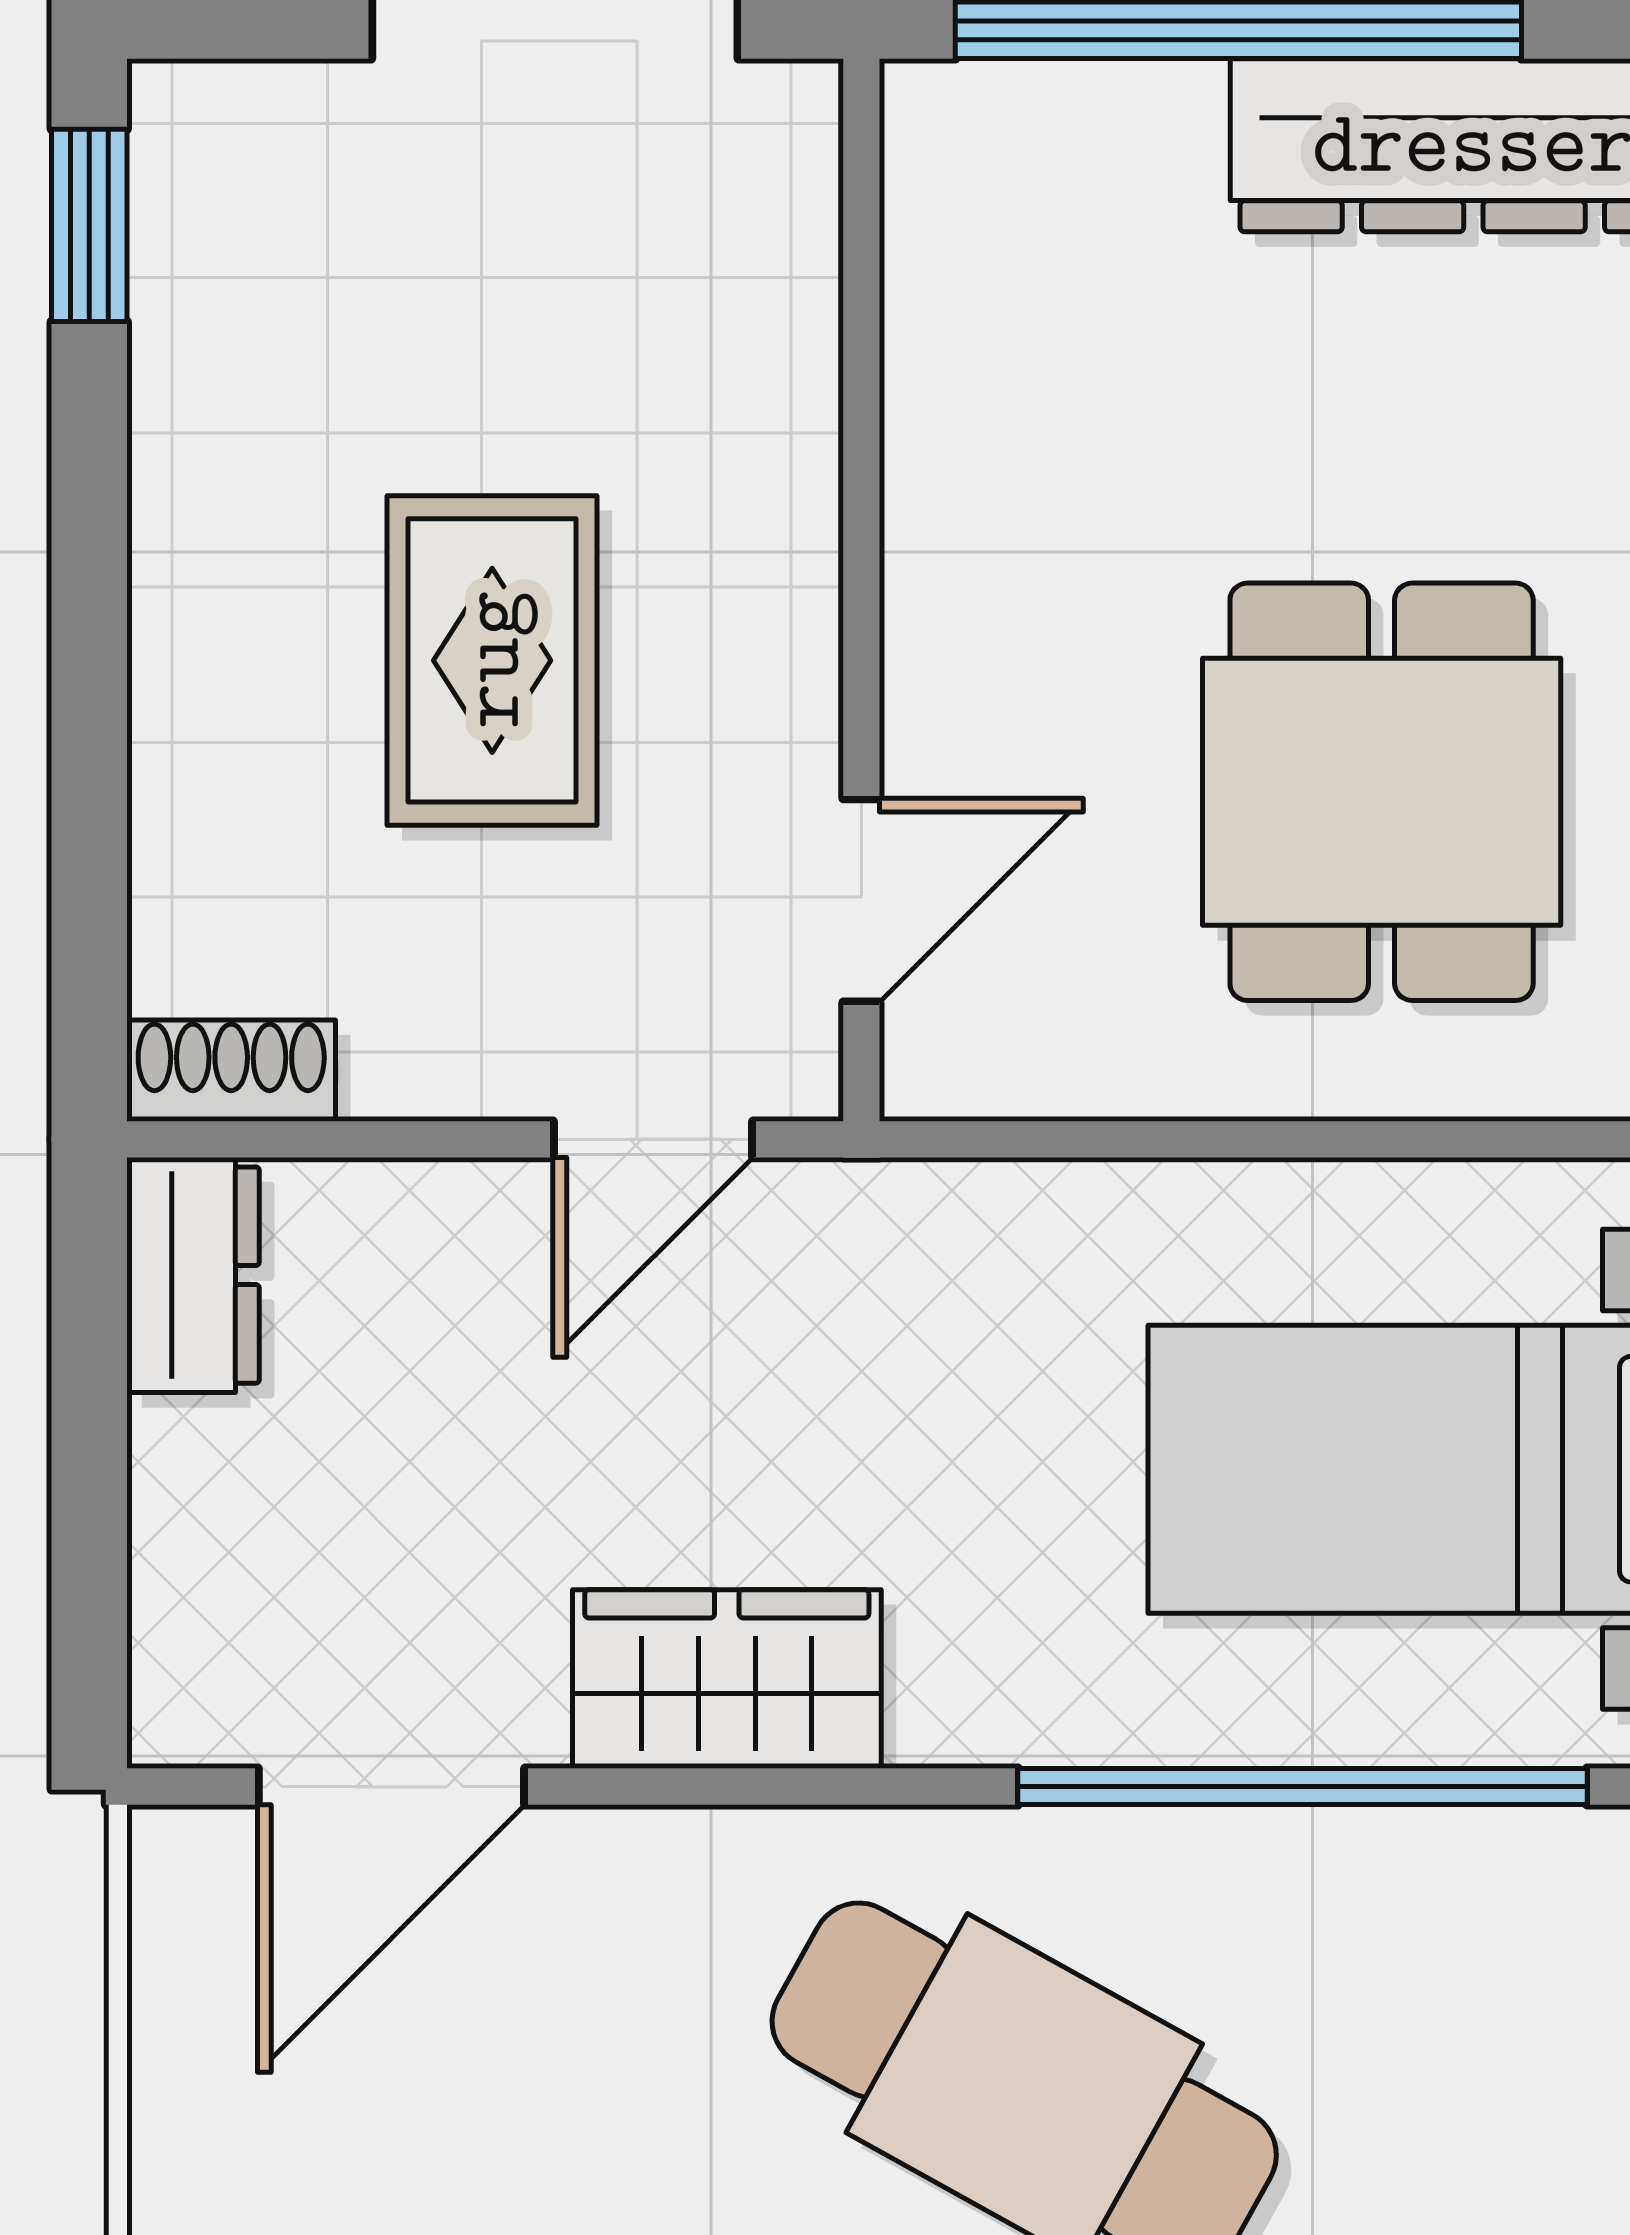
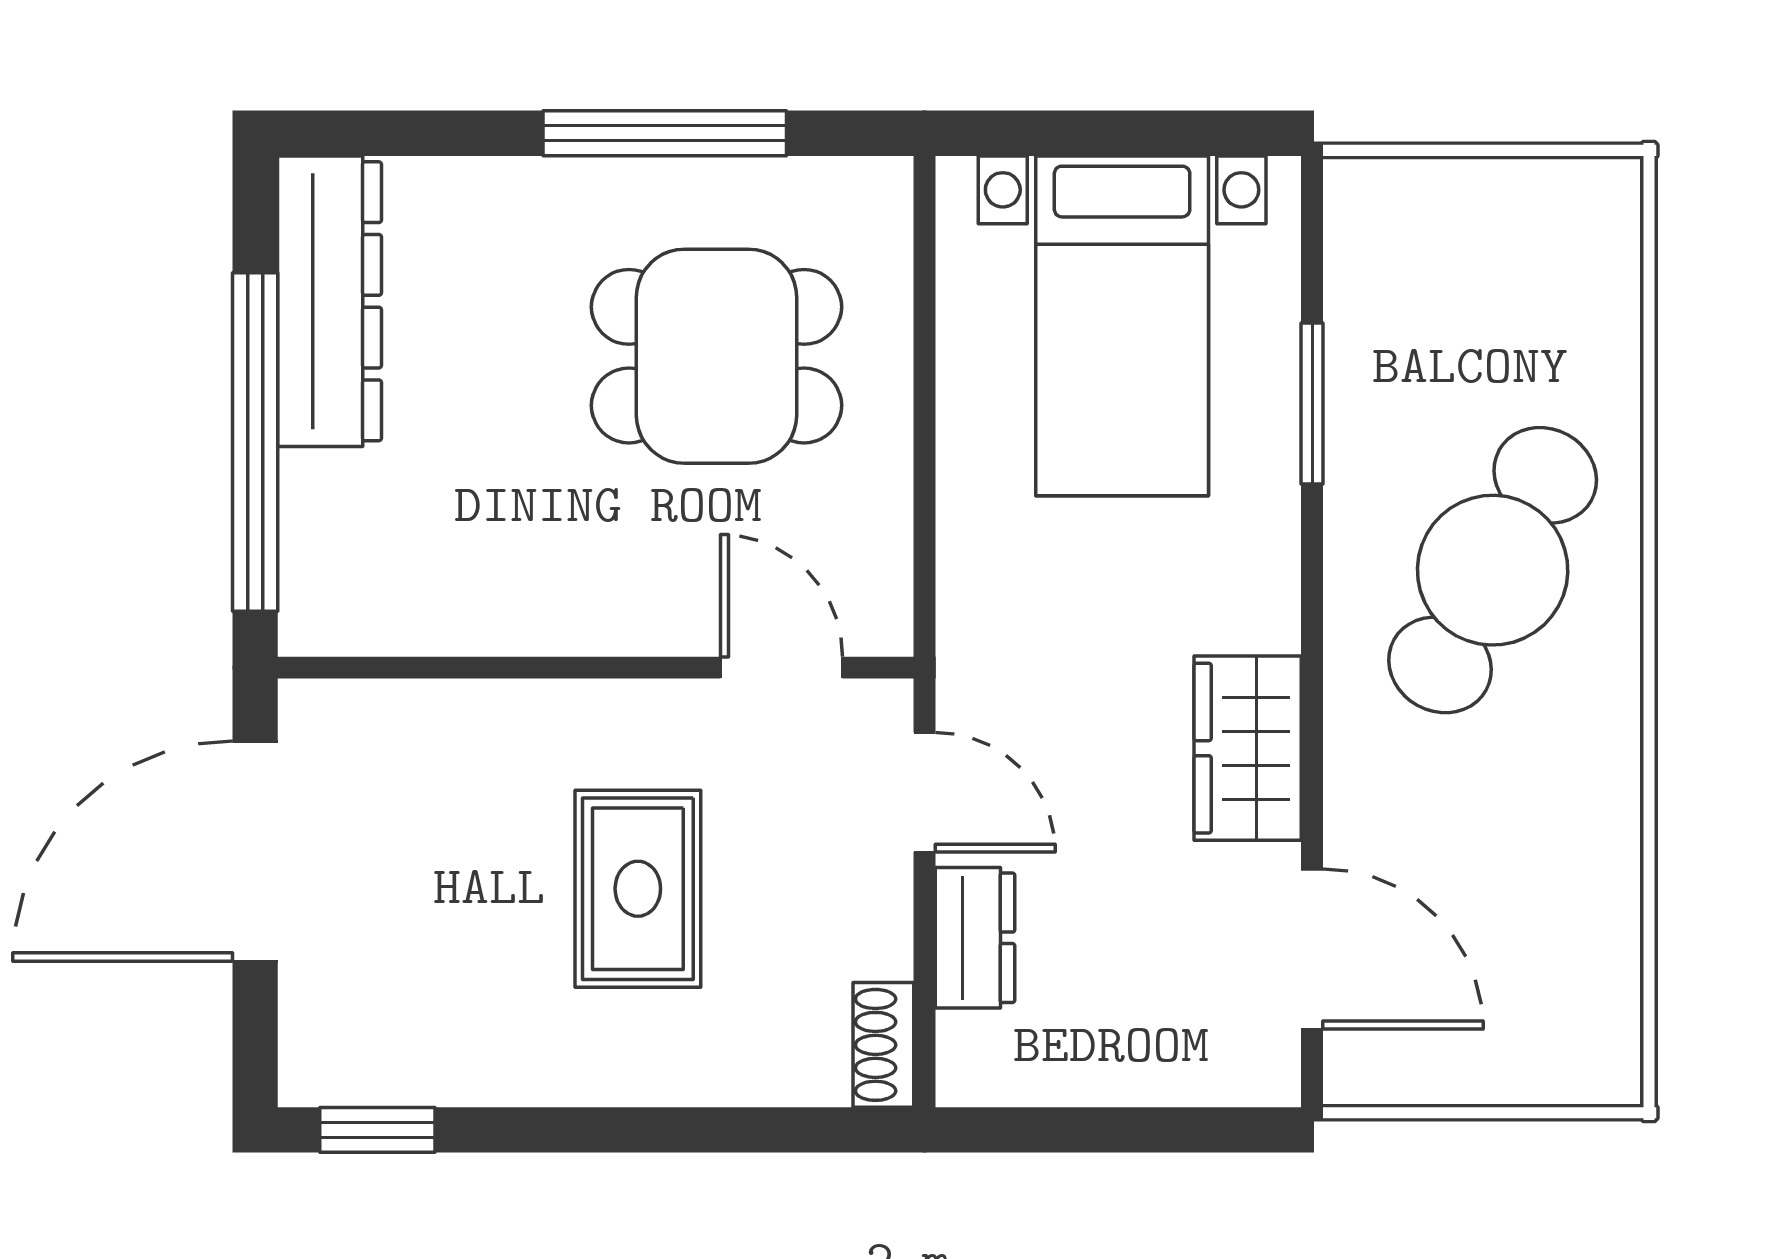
rug: (492, 660) -> (638, 889), turned 90
dresser: (193, 1275) -> (975, 938), moved, turned 90
window: (1303, 1787) -> (1312, 404), width x0.47

